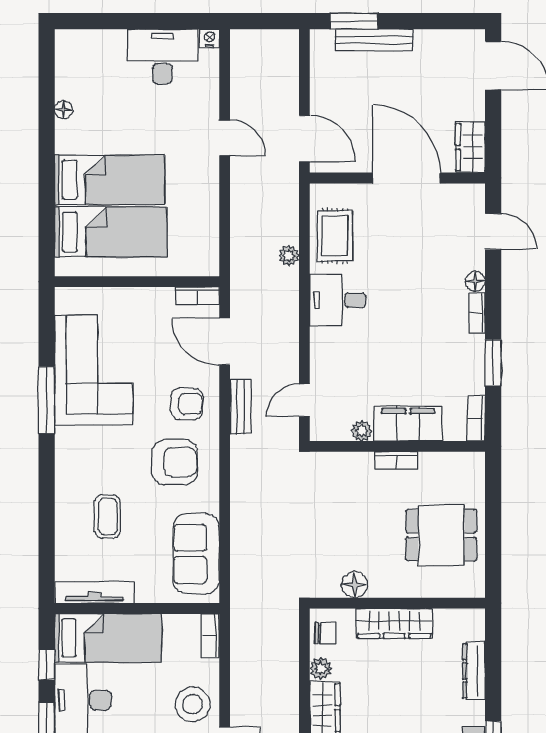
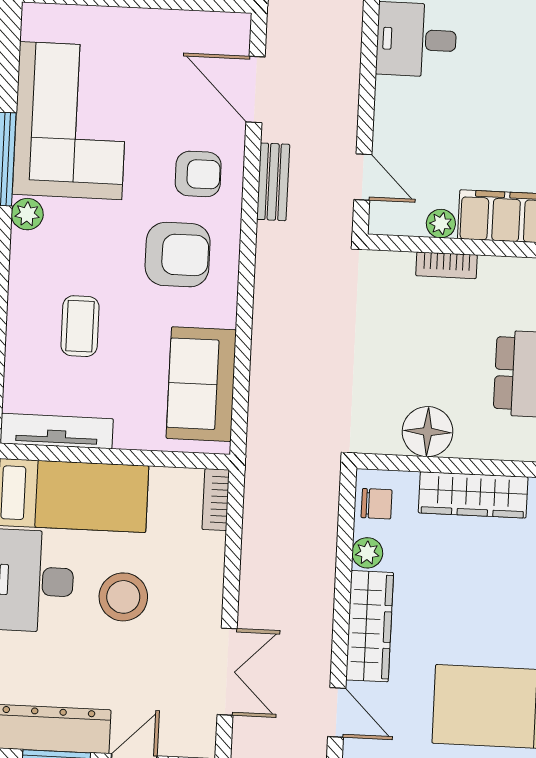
bookcase: (197, 296) -> (221, 24), removed
door: (304, 400) -> (363, 177), swing flipped
plant: (66, 438) -> (27, 214), added
bookcase: (396, 460) -> (447, 265), moved
floor lamp: (354, 585) -> (428, 432), width x1.38, depth x1.38
stool: (193, 704) -> (123, 597), moved

